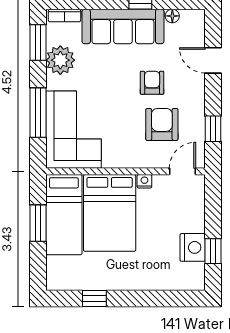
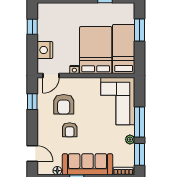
plant: (60, 60) -> (130, 139), width x0.53, depth x0.53
door: (213, 60) -> (32, 154), moved
window: (38, 113) -> (140, 122), moved
window: (38, 223) -> (140, 30), moved
nightstand: (193, 247) -> (45, 50), moved

